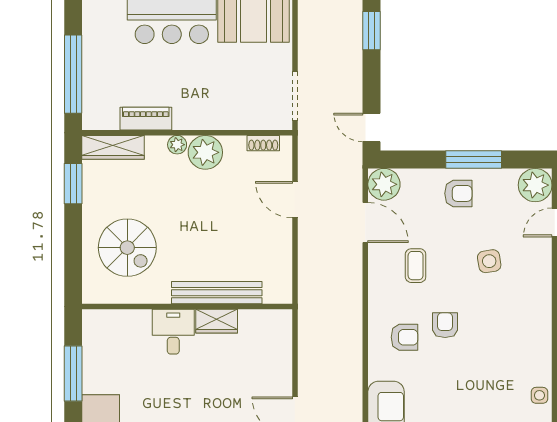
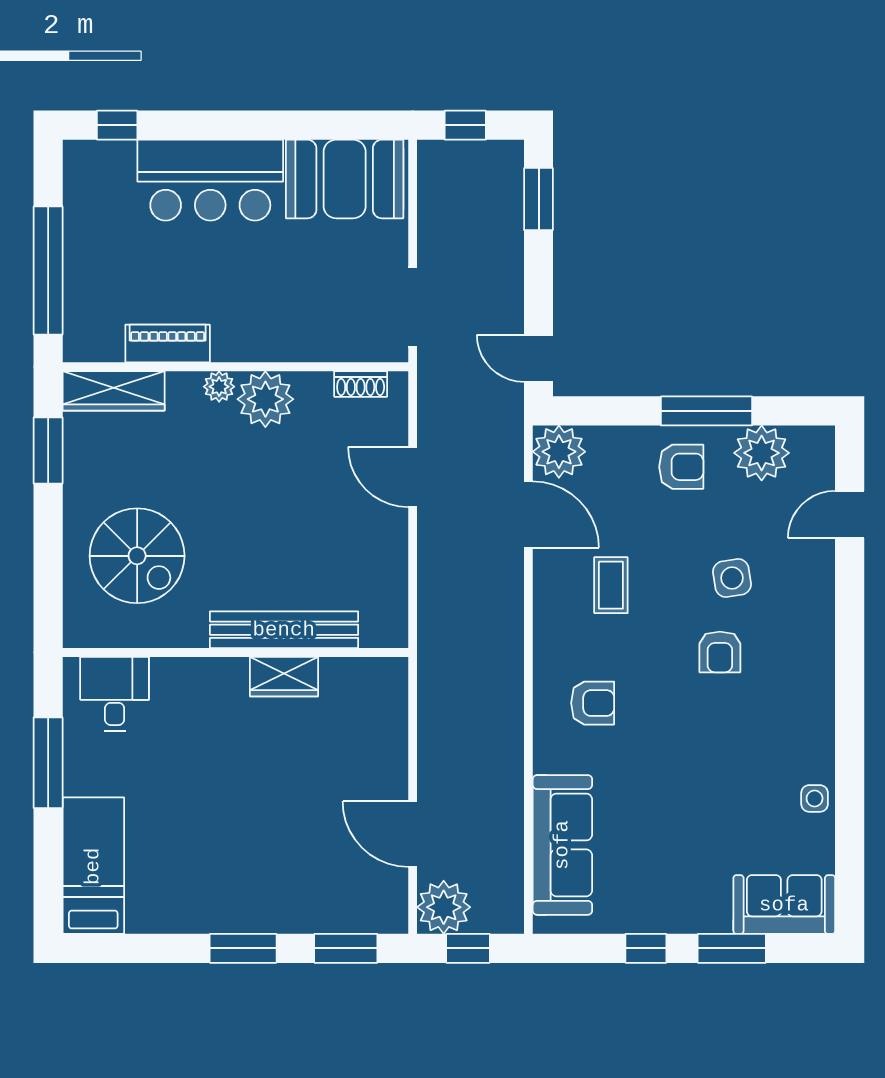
plant: (535, 185) -> (762, 453), moved
armchair: (445, 325) -> (720, 652), moved, turned 180
desk: (173, 332) -> (115, 694), moved

